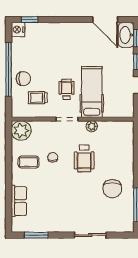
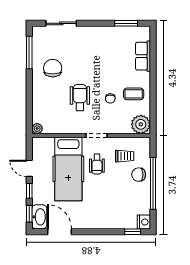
hospital bed: (92, 92) -> (68, 169), width x1.37, depth x1.29
plant: (92, 126) -> (37, 129), moved
sliding door: (90, 235) -> (61, 23), moved

